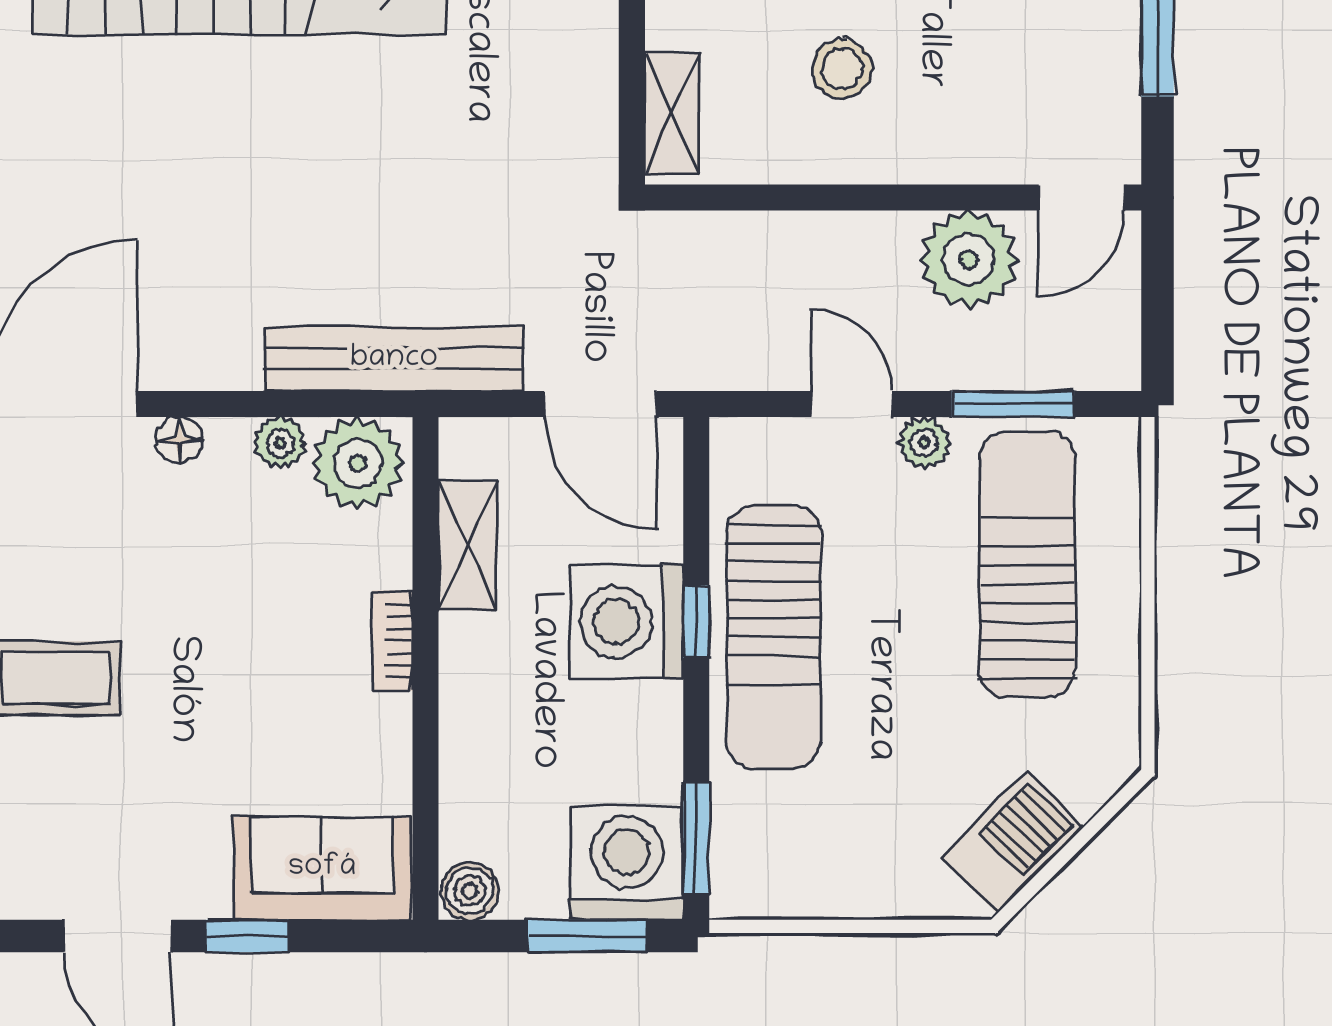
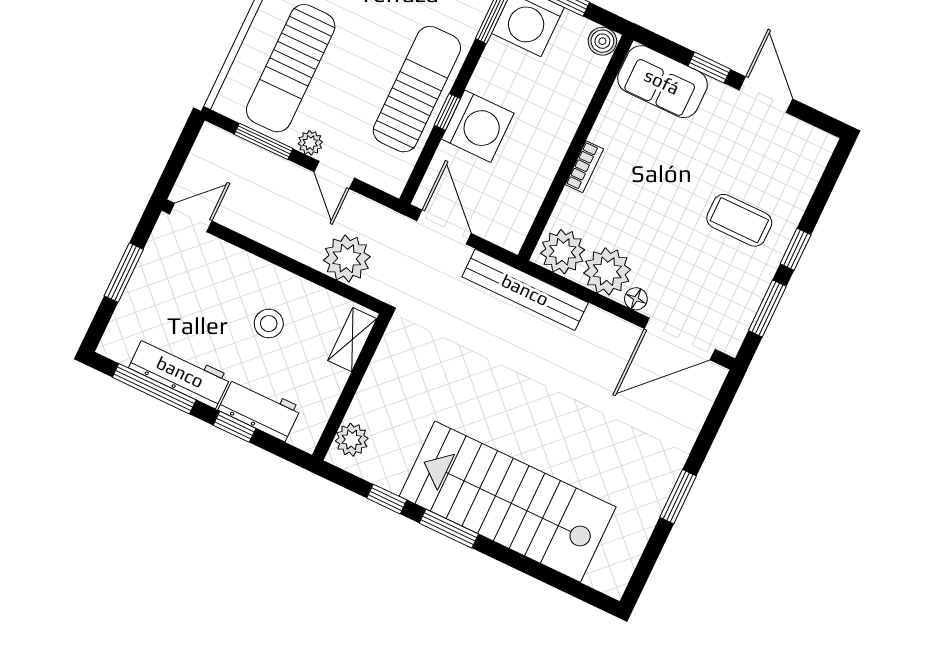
plant: (969, 259) -> (347, 258), moved
plant: (280, 443) -> (607, 271), width x1.87, depth x1.87
shelving: (468, 545) -> (532, 193), removed

